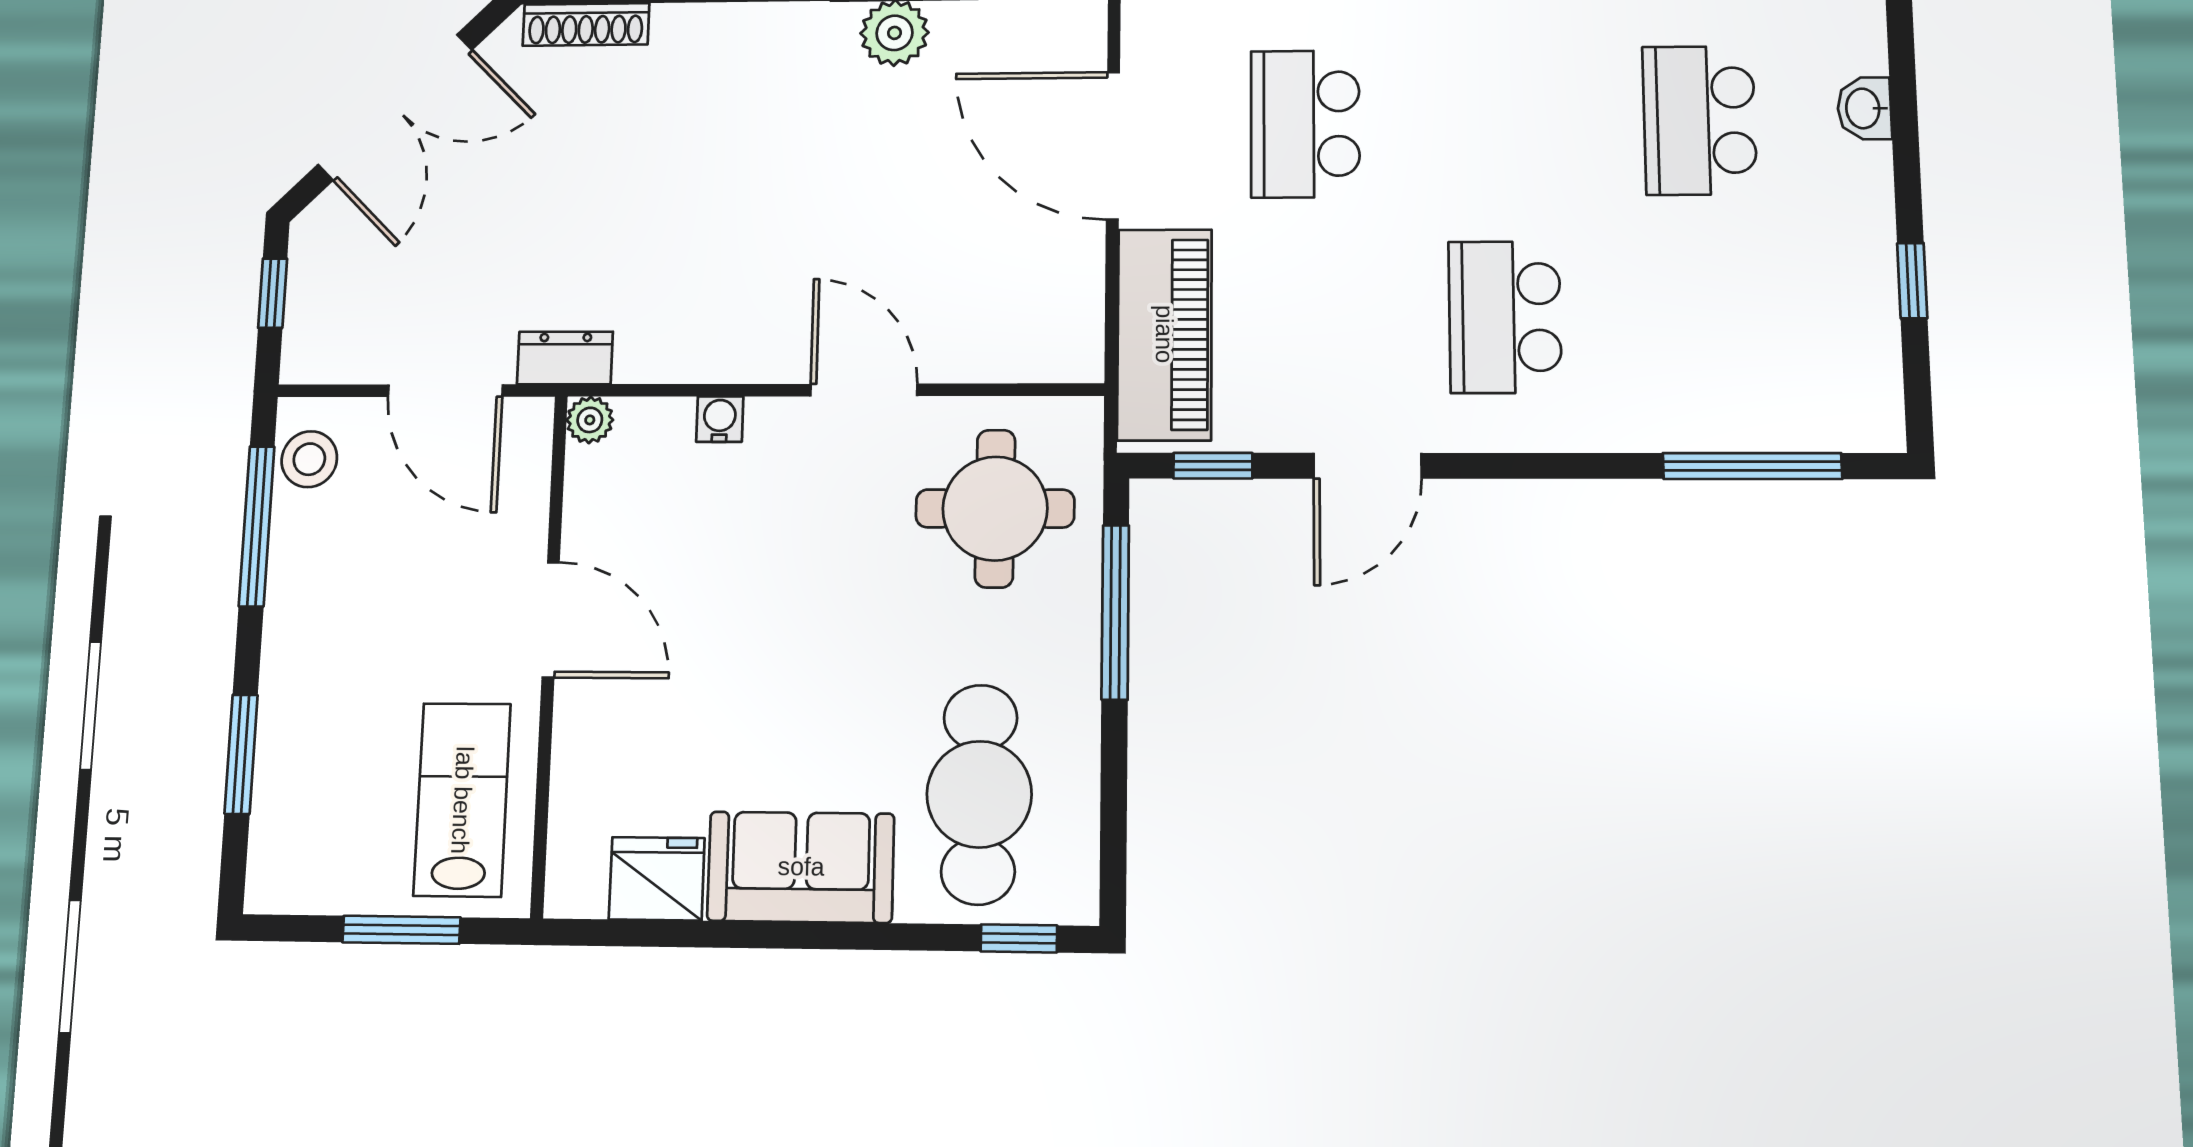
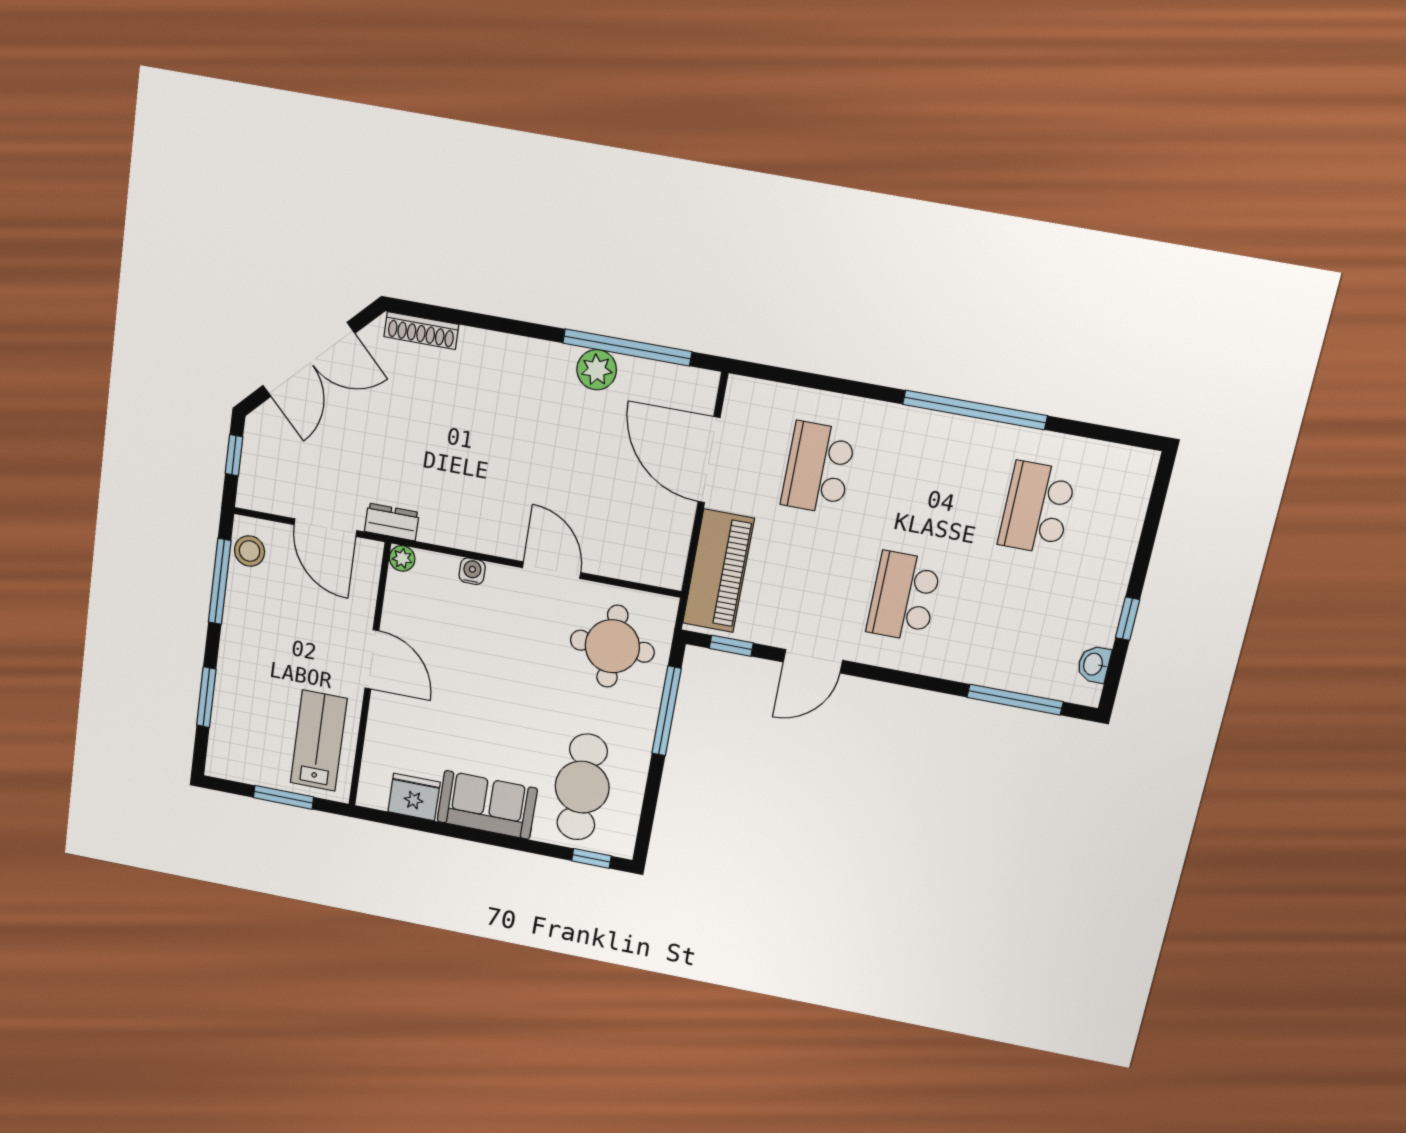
washbasin: (1864, 108) -> (1094, 664), moved

